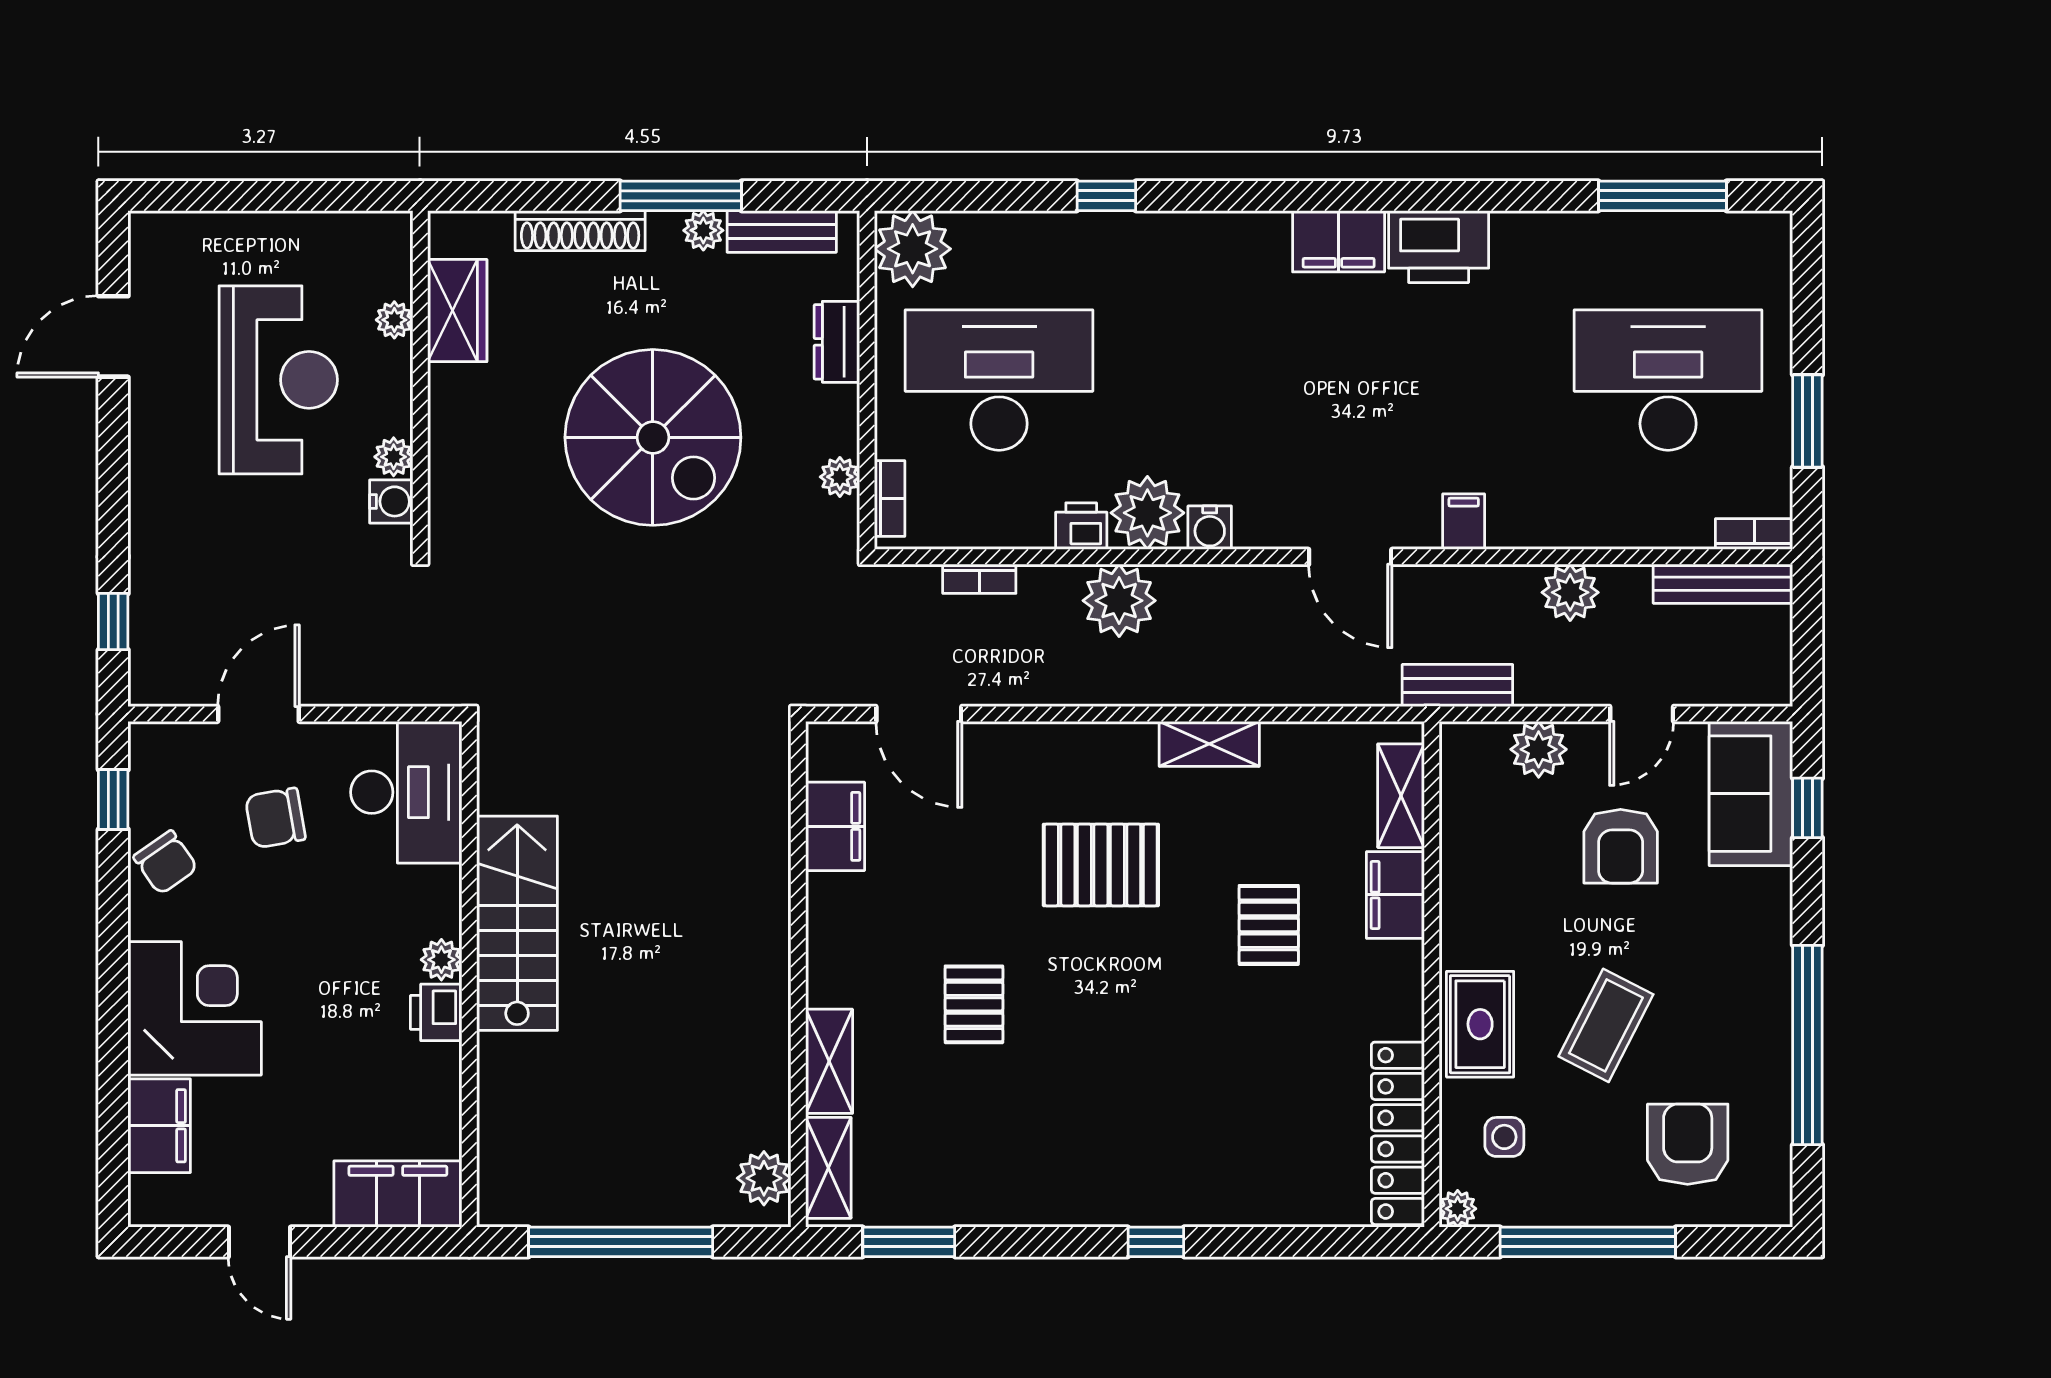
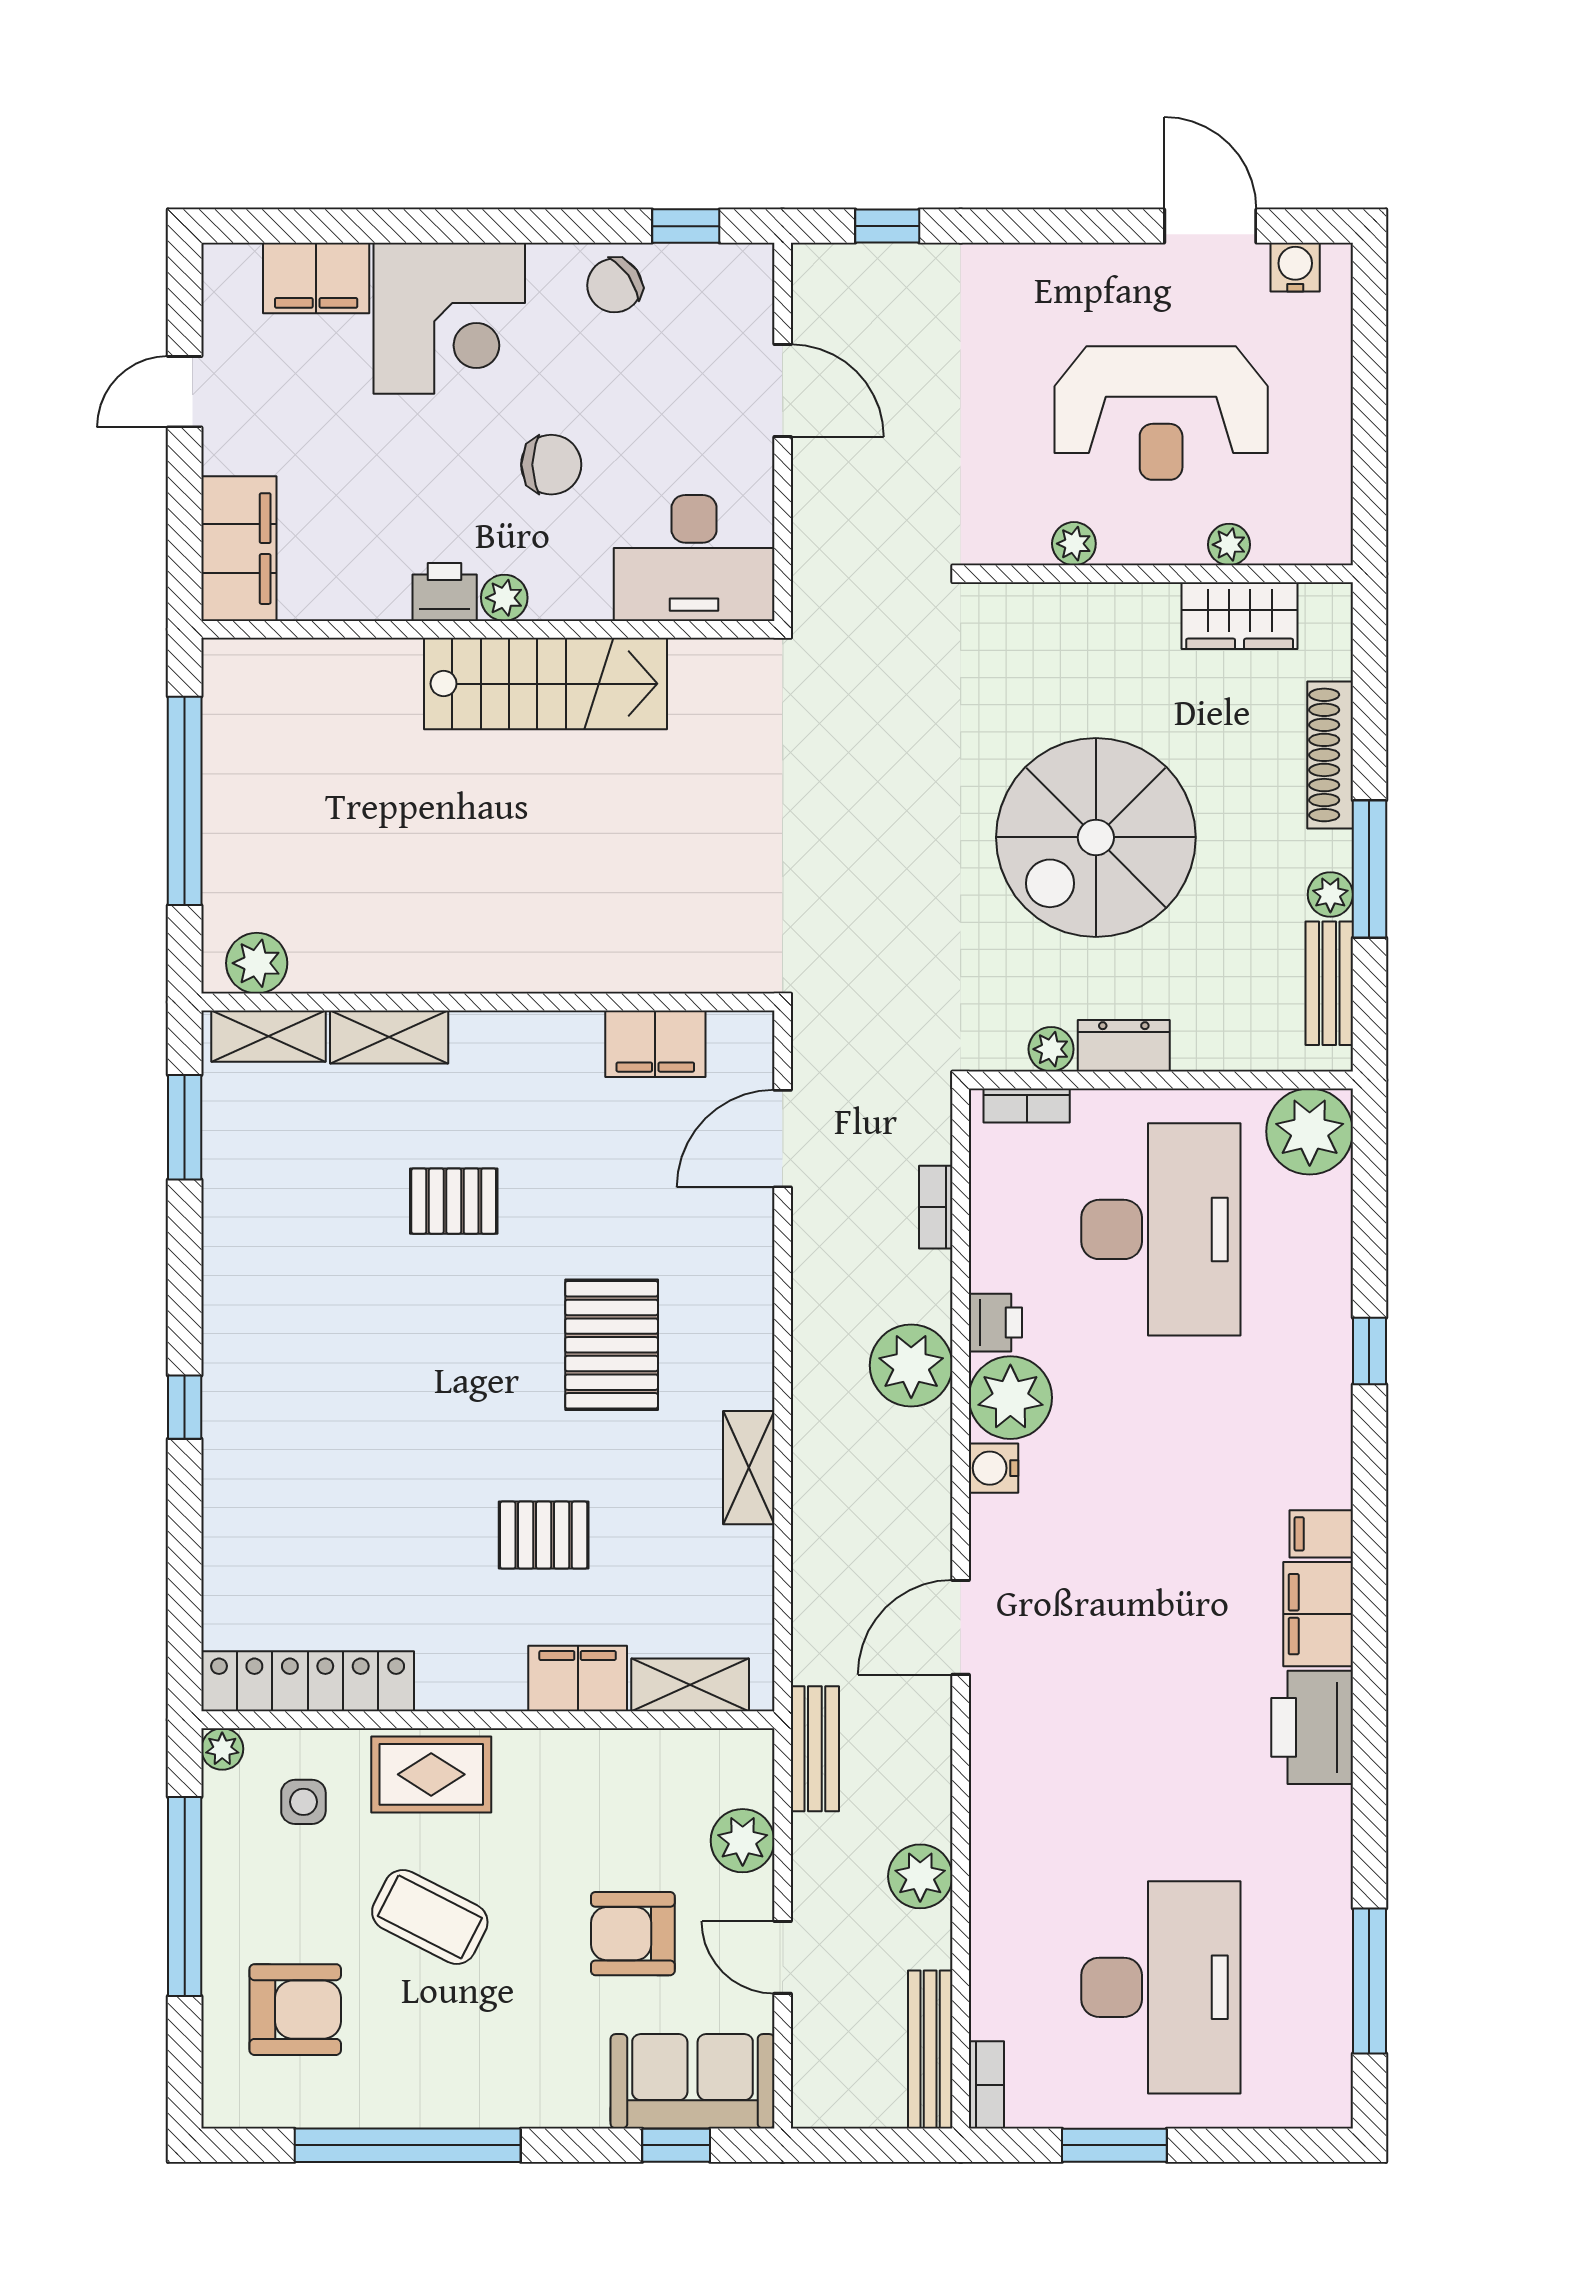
dresser: (837, 342) -> (1124, 1046), moved
water cooler: (391, 501) -> (1295, 267), moved, turned 180
filing cabinet: (1464, 522) -> (1321, 1534), moved, turned 180
chair: (275, 818) -> (551, 465), moved, turned 100

